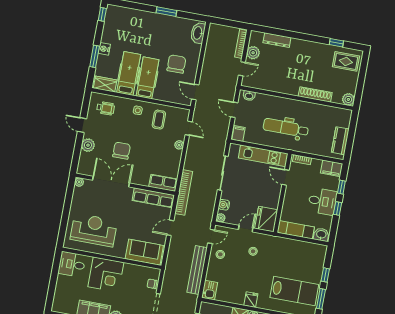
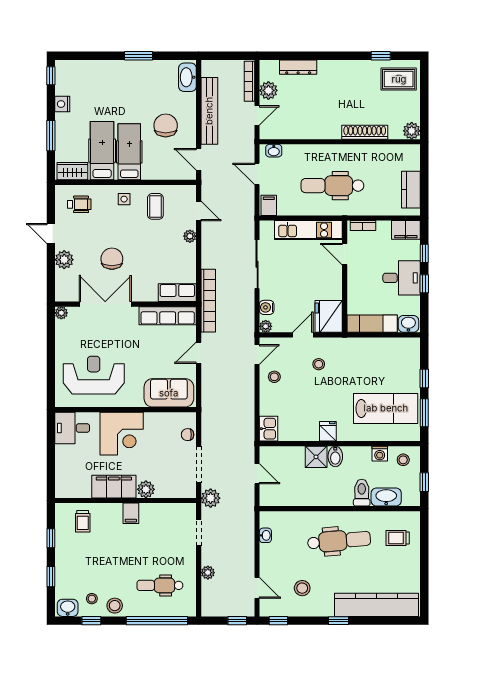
nightstand: (104, 49) -> (62, 104), moved
bench: (197, 270) -> (209, 111), moved

